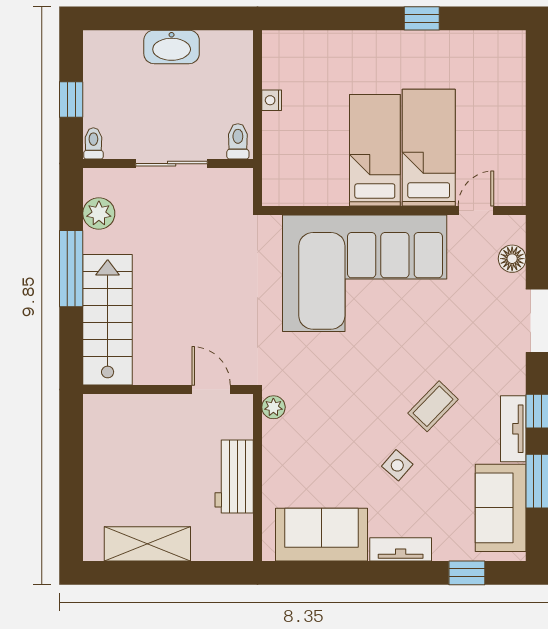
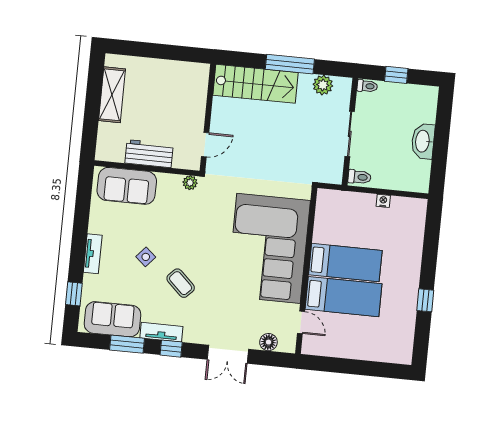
sofa: (322, 535) -> (127, 186), moved, turned 90

